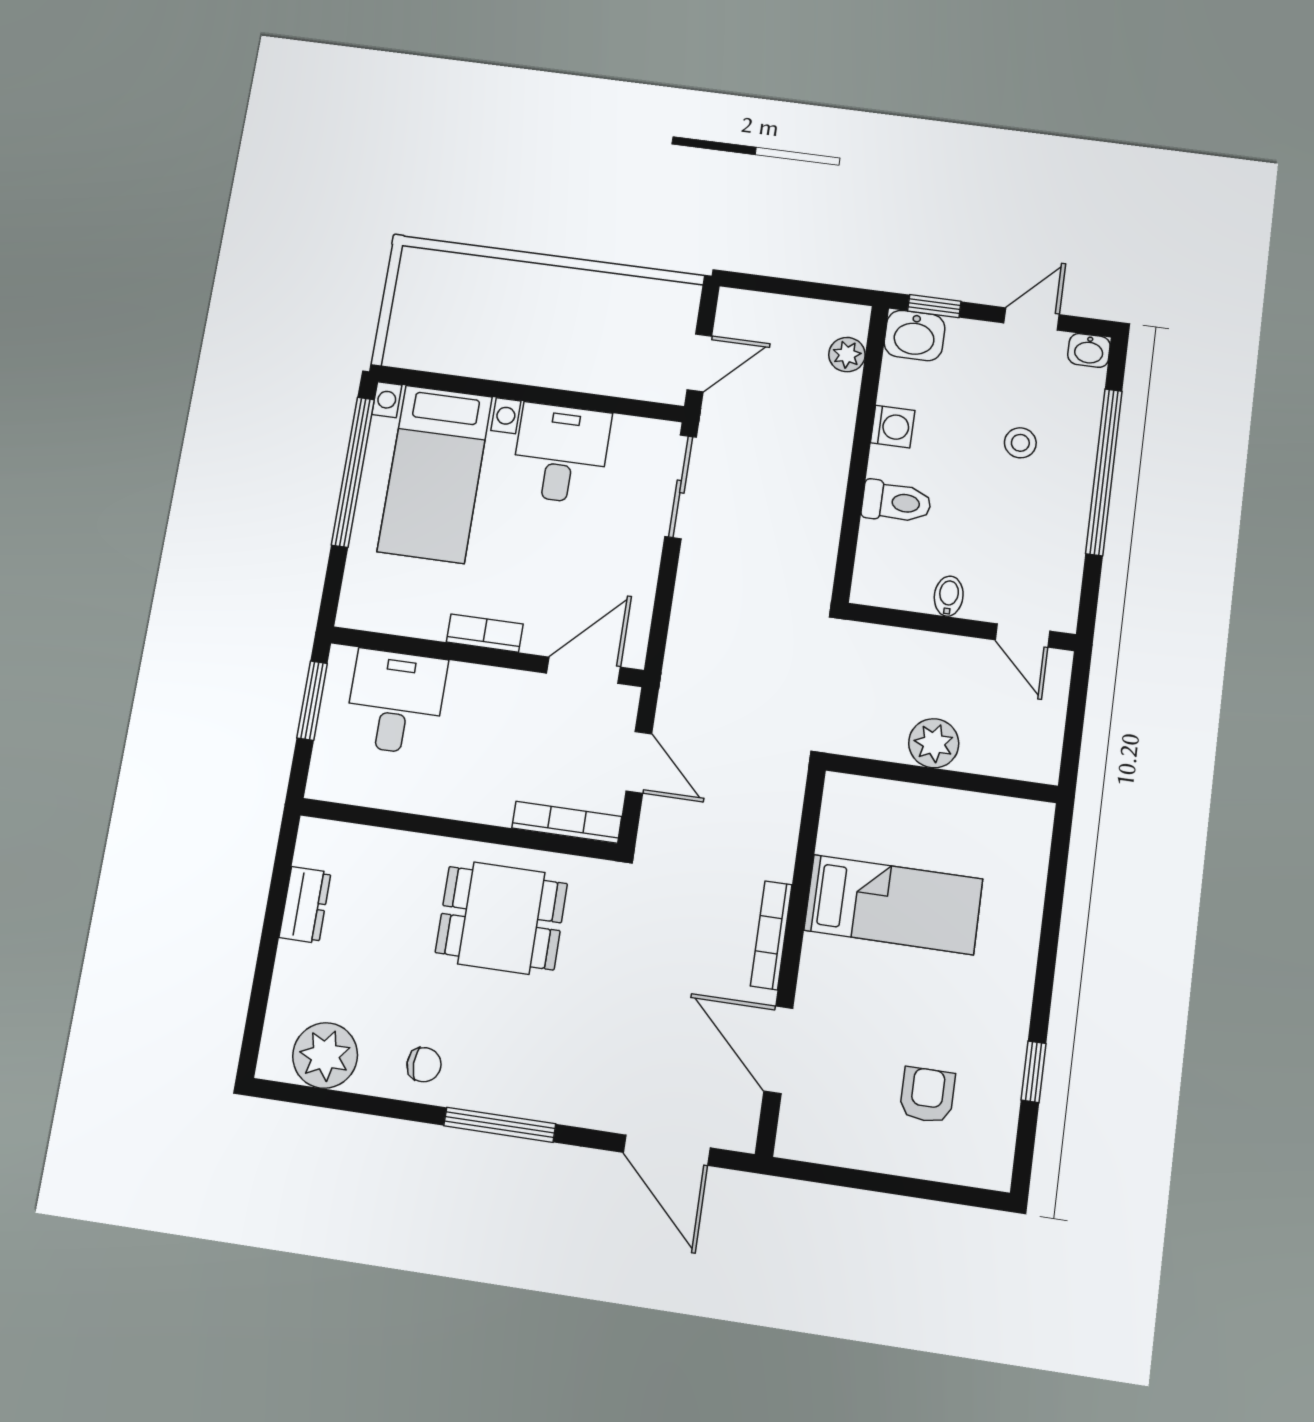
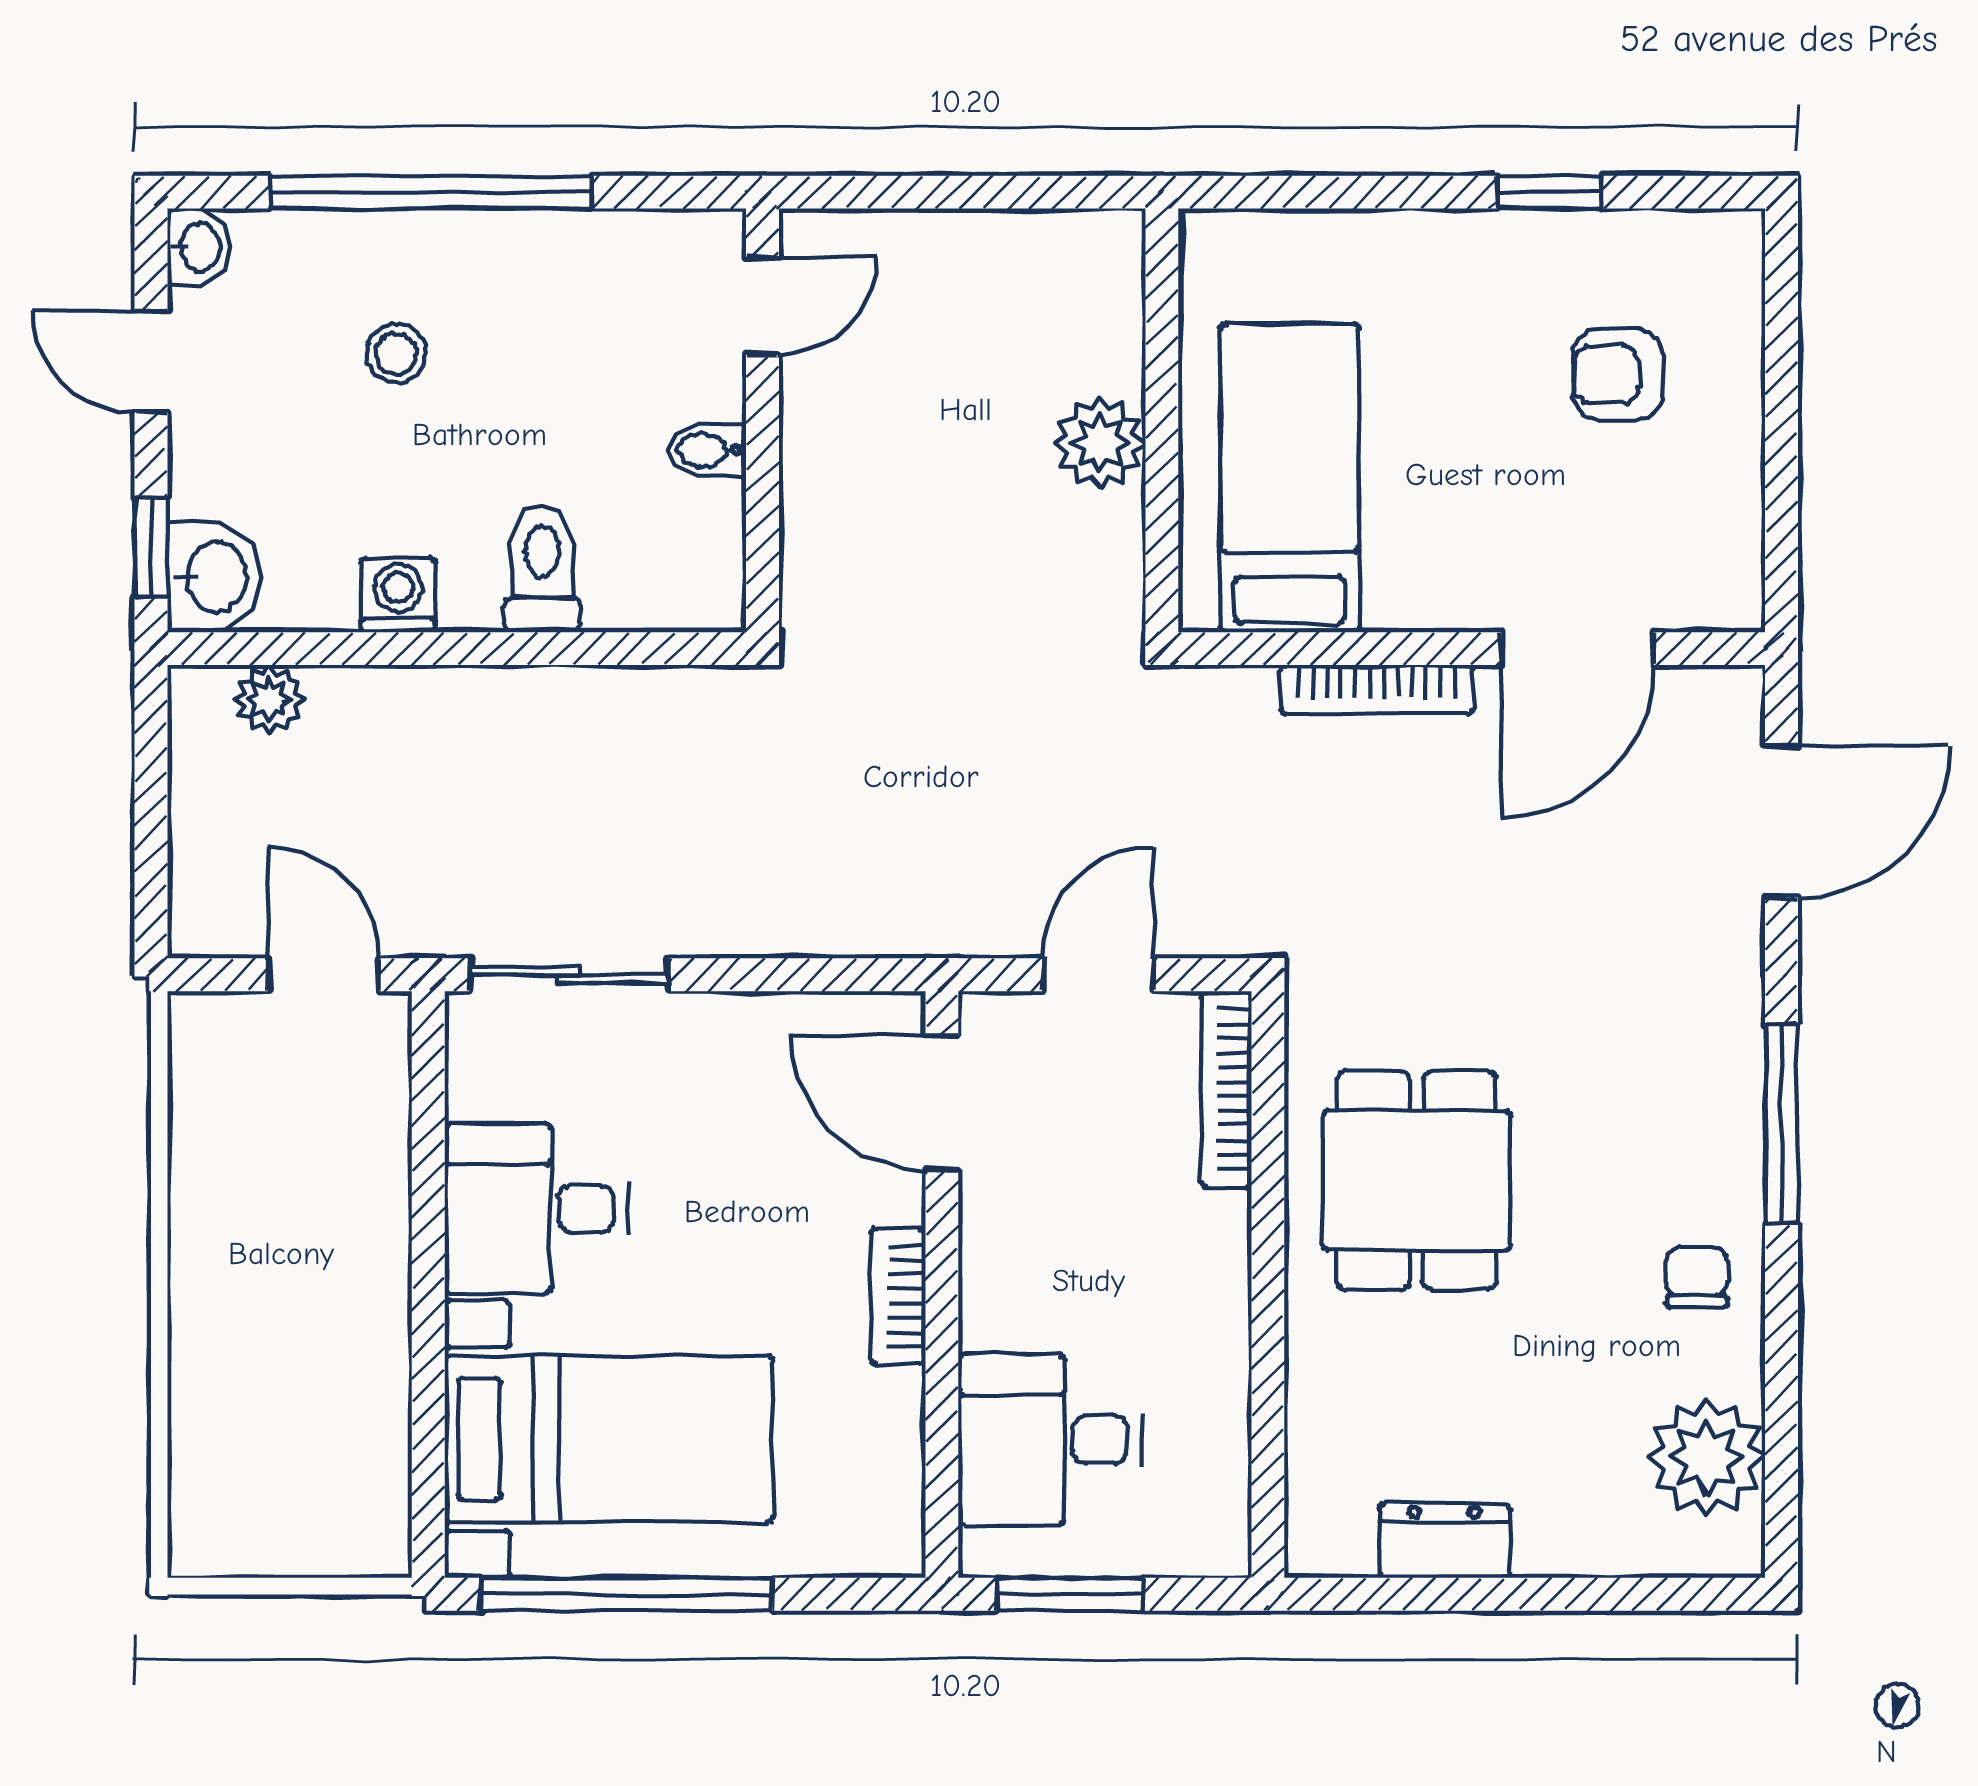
plant: (934, 743) -> (1100, 443), moved
wall: (942, 778) -> (1162, 420), moved

